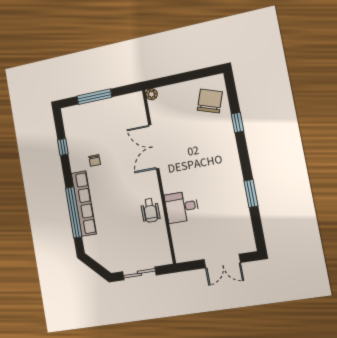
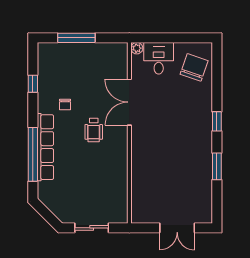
window: (237, 123) -> (217, 121), moved
desk: (182, 207) -> (159, 58), moved, turned 90
wheelchair: (150, 210) -> (94, 130), moved

